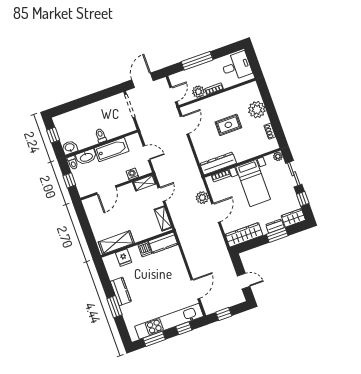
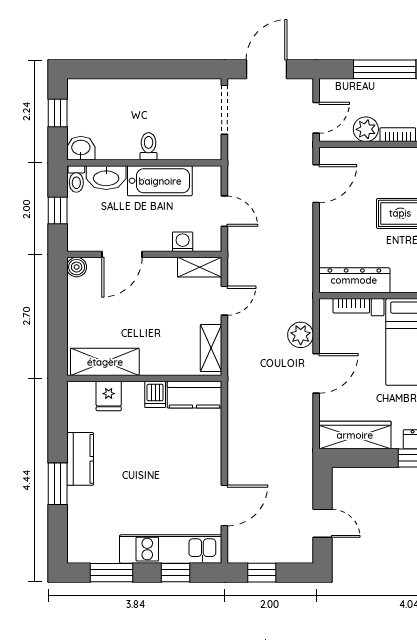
boiler: (87, 203) -> (77, 267), added
kitchen unit: (169, 321) -> (171, 549), width x0.73

